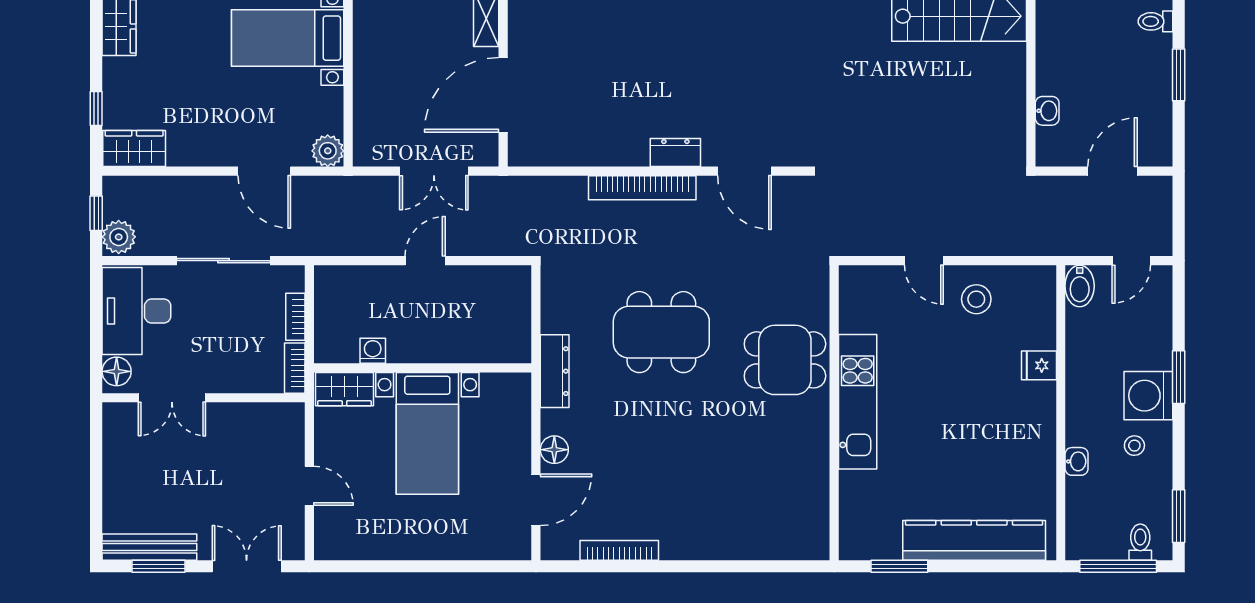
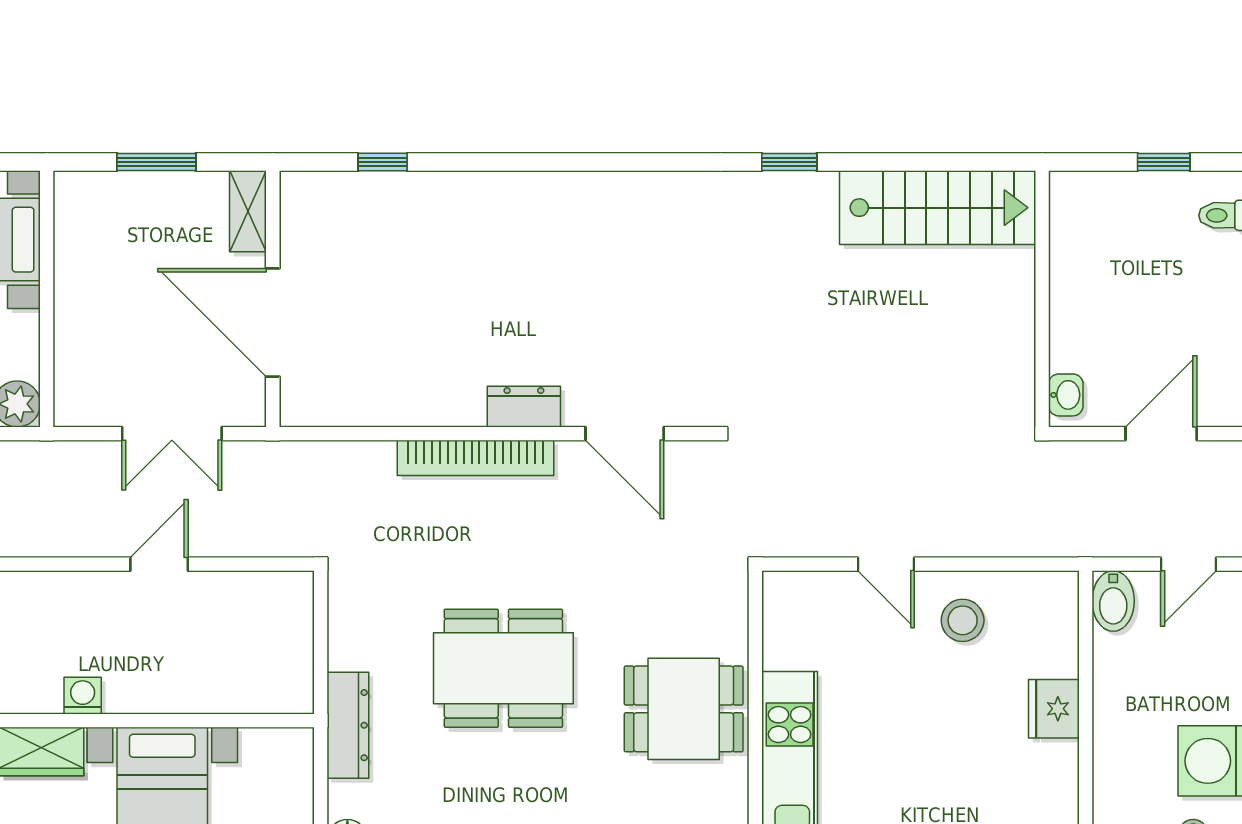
door: (503, 95) -> (273, 323), hinge flipped
washbasin: (1047, 111) -> (1066, 395), moved
fridge: (1039, 365) -> (1054, 709), width x1.38

